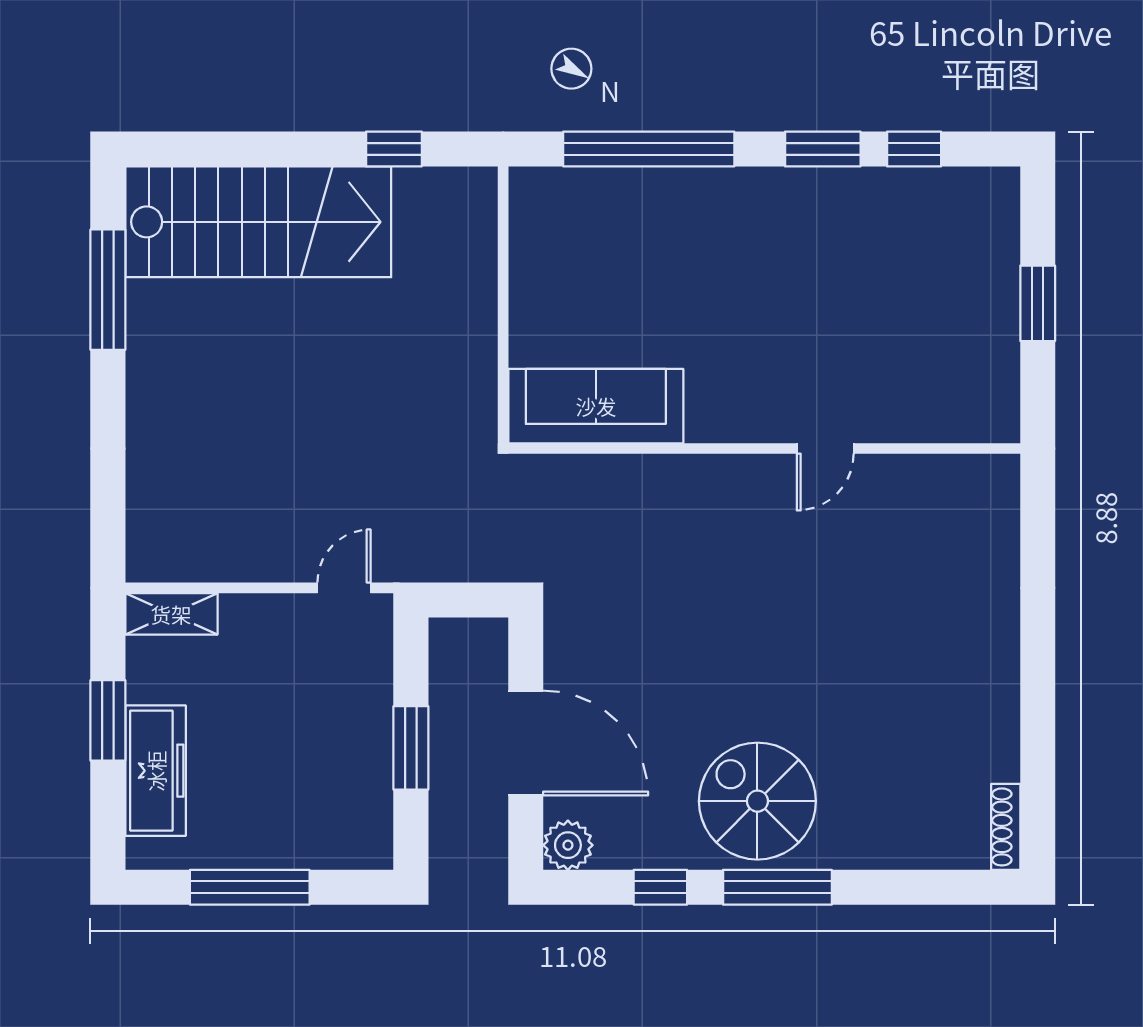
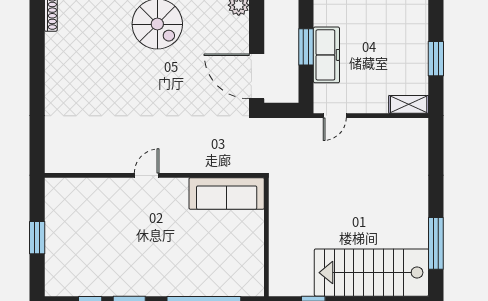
door: (825, 449) -> (147, 175), moved
door: (526, 743) -> (257, 76), moved
freezer: (156, 771) -> (326, 55), moved, turned 180

